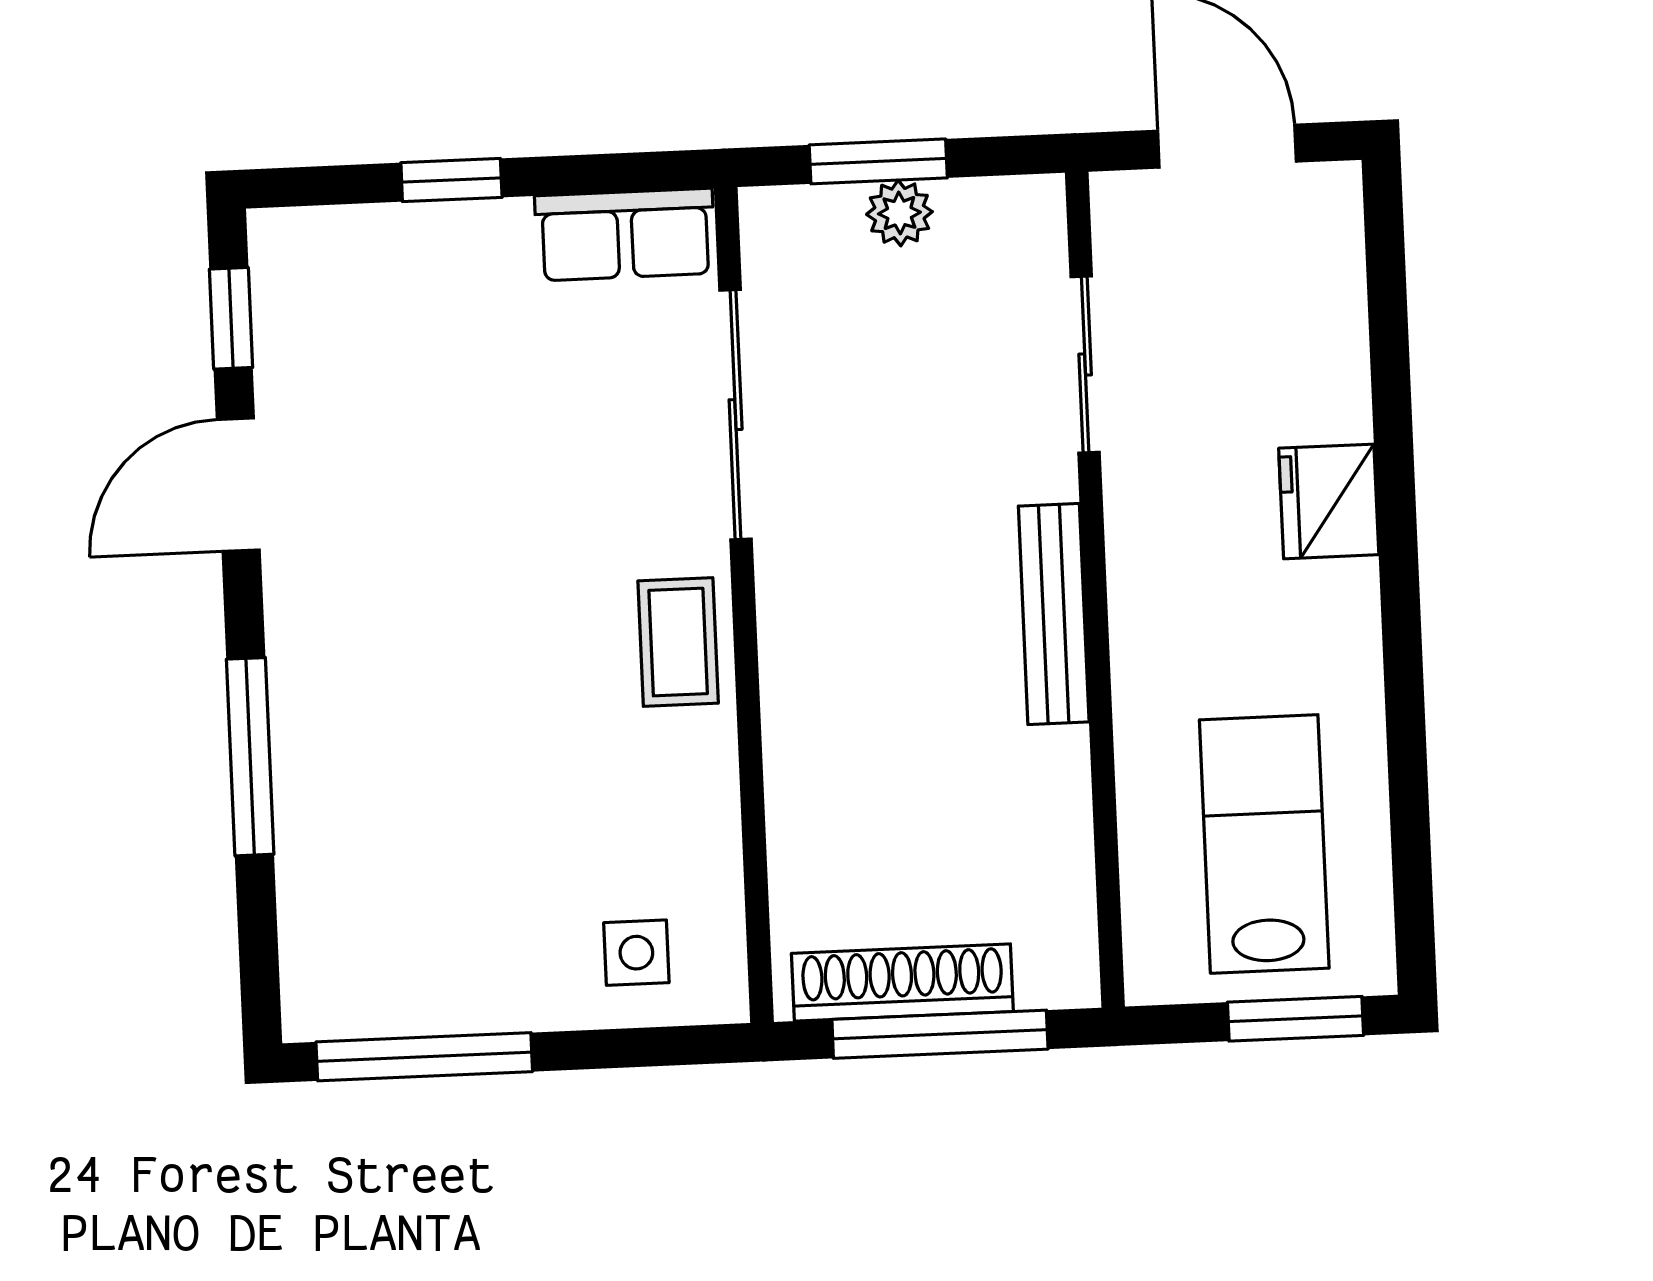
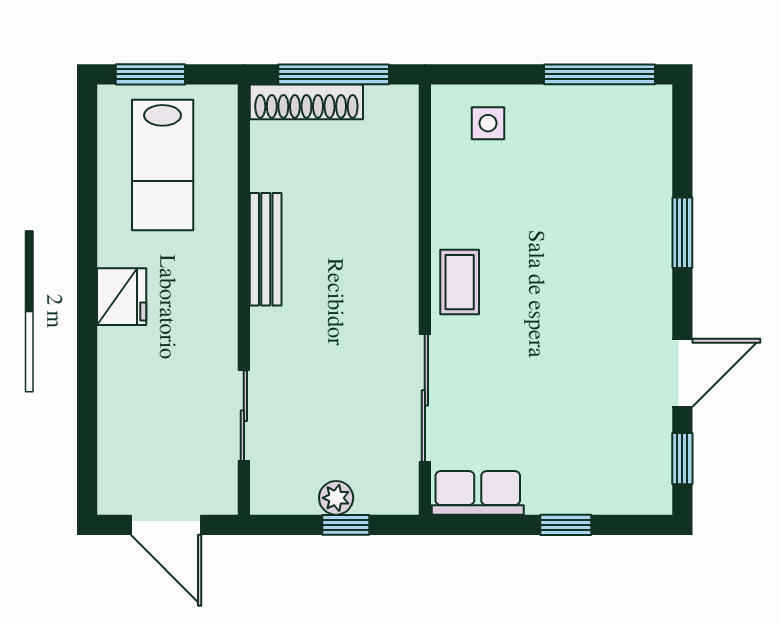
window: (878, 161) -> (346, 525), width x0.67
fridge: (1329, 501) -> (122, 297), moved
bench: (1054, 614) -> (266, 249), moved
window: (250, 757) -> (682, 233), width x0.69
shoe rack: (902, 982) -> (306, 102), moved

